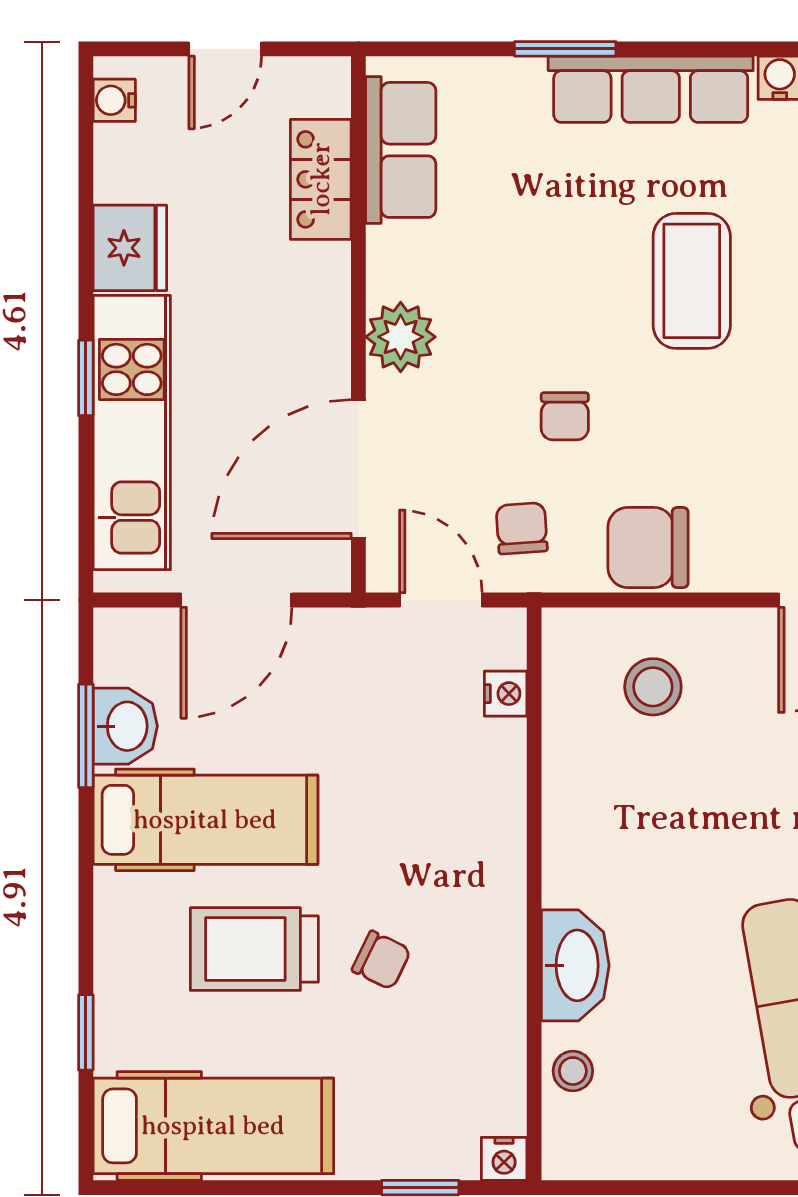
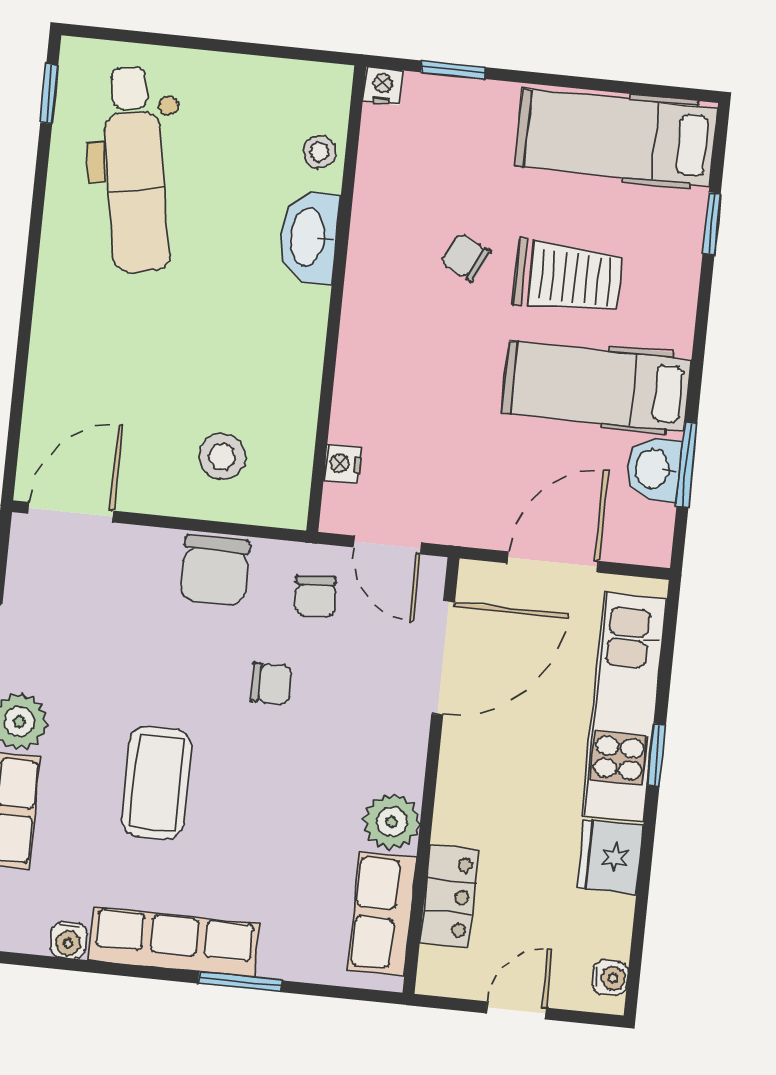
plant: (401, 337) -> (392, 822), moved
chair: (565, 416) -> (271, 684), turned 90
chair: (648, 548) -> (215, 570), turned 90

